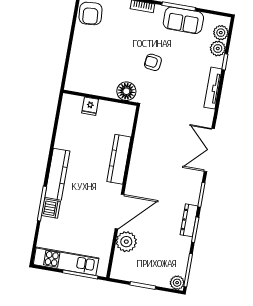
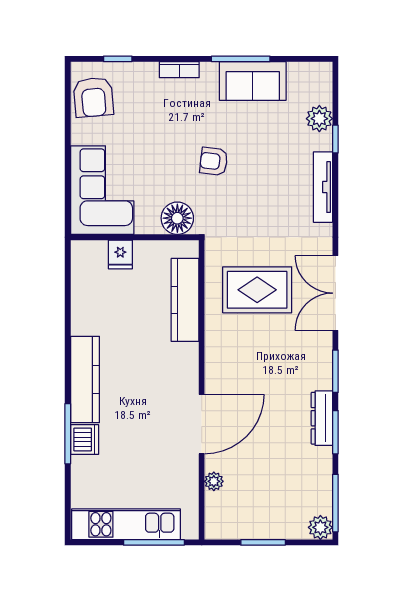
plant: (221, 33) -> (320, 91), removed
corner sofa: (86, 68) -> (102, 190), added
rug: (165, 140) -> (257, 290), added
kitchen counter: (119, 159) -> (185, 300), moved
plant: (126, 242) -> (214, 481), width x0.53, depth x0.53

